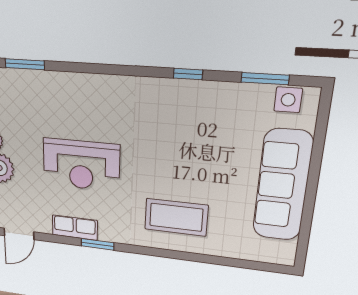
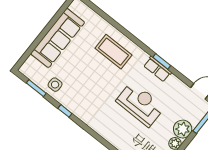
side table: (288, 100) -> (55, 85), moved
row of seats: (75, 228) -> (158, 69), moved

